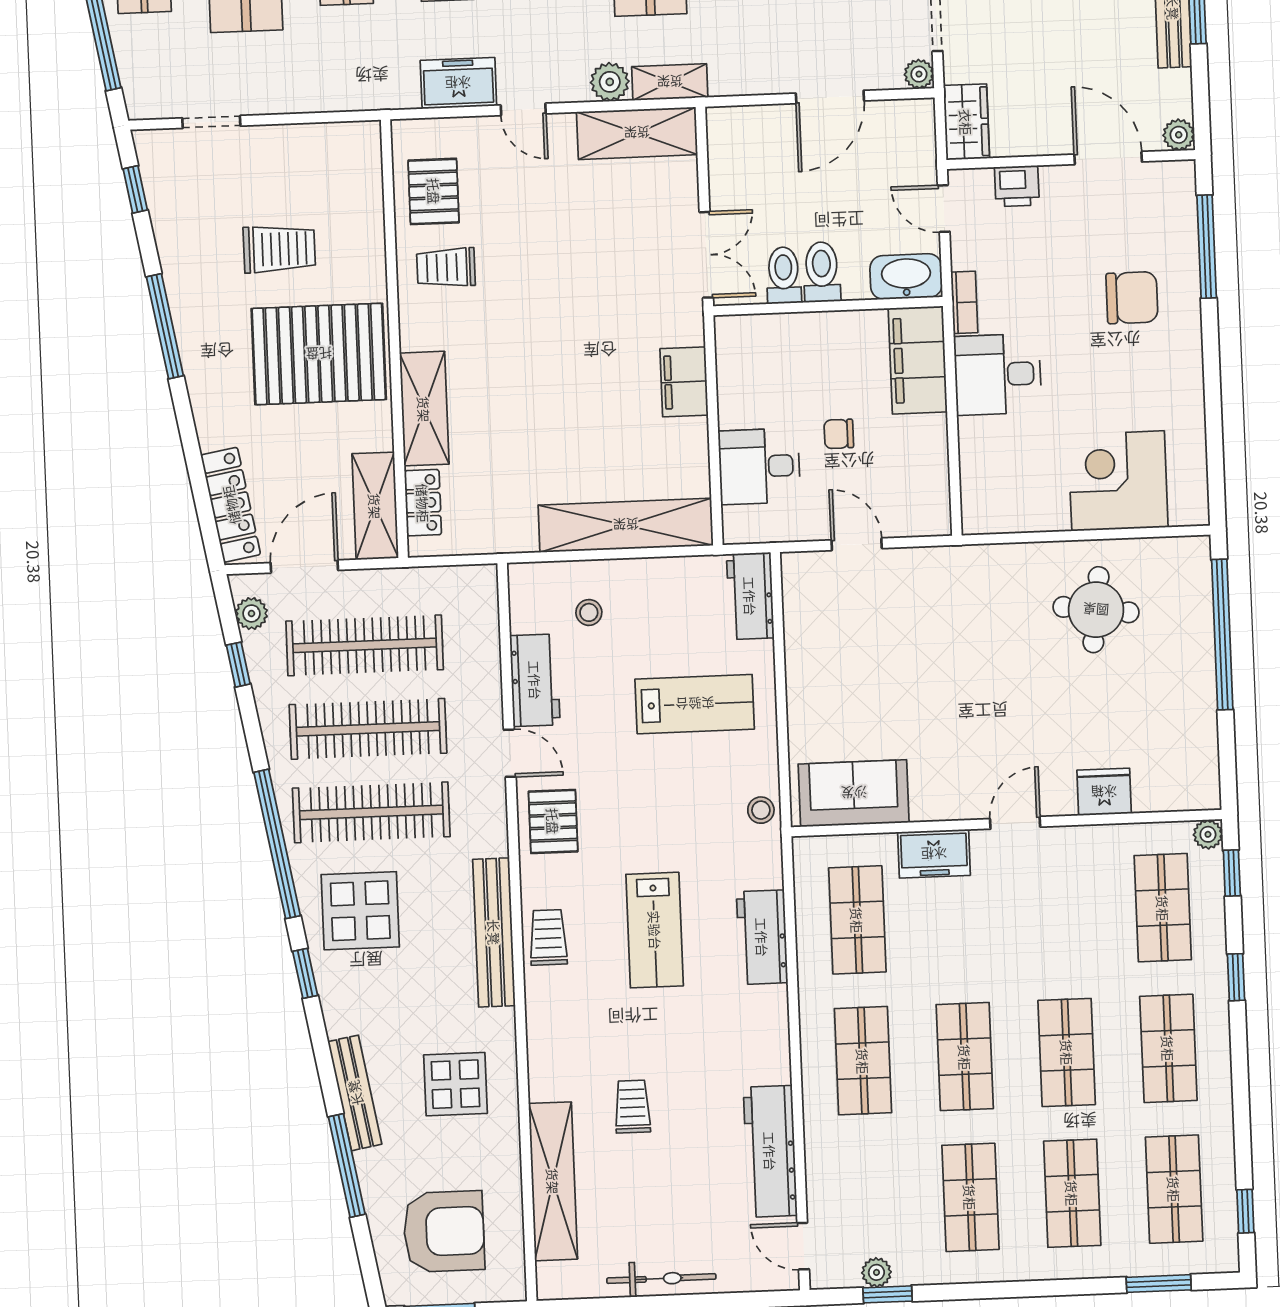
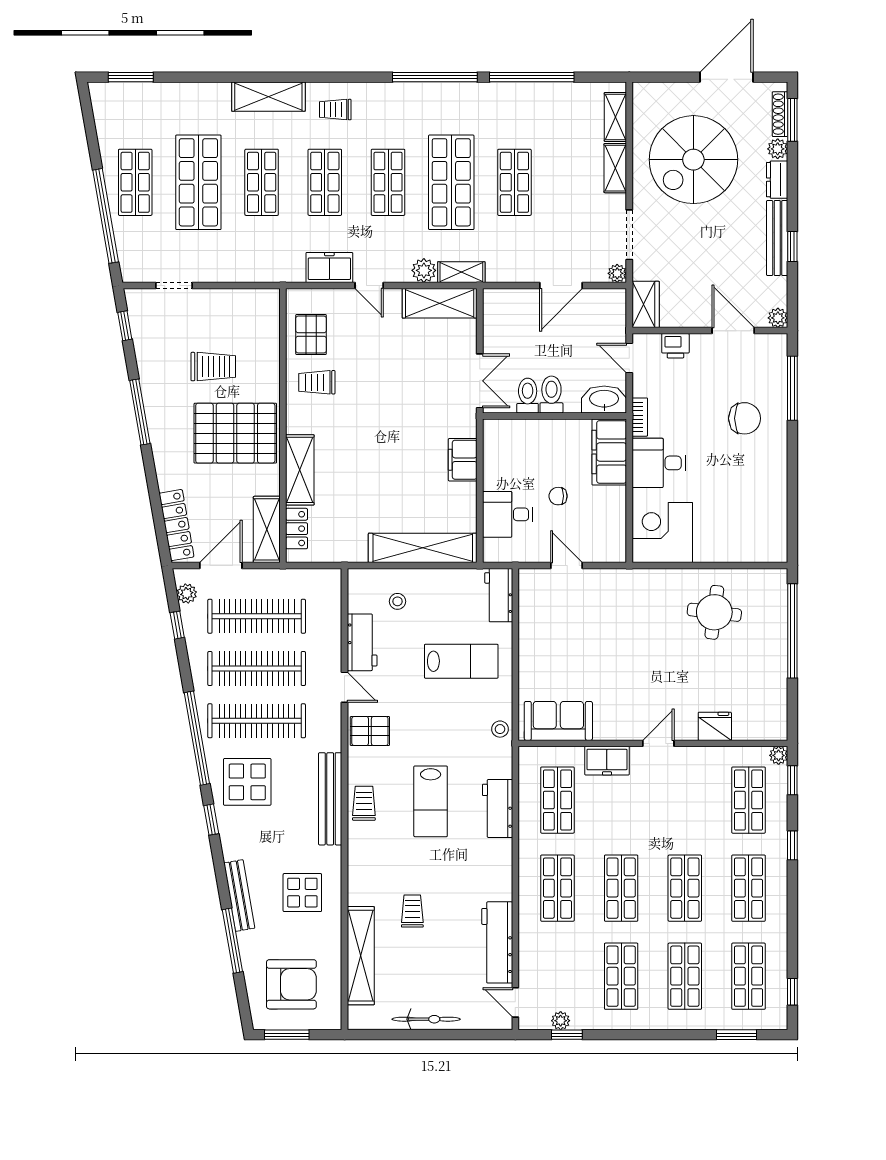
corner desk: (1118, 481) -> (662, 532), moved
pallet: (553, 821) -> (370, 731), turned 90

